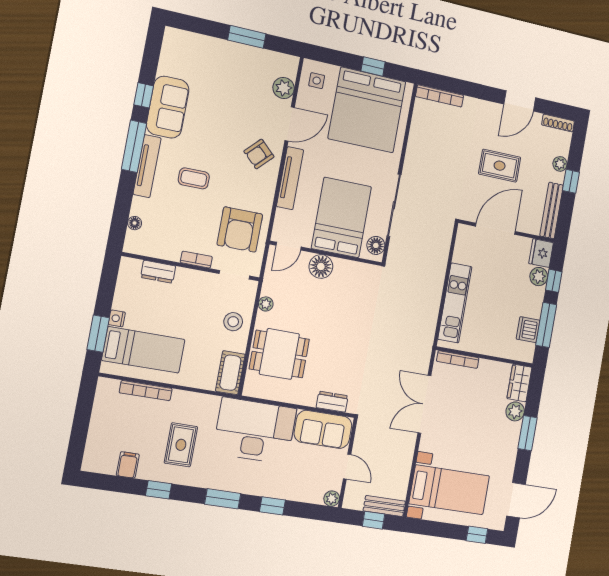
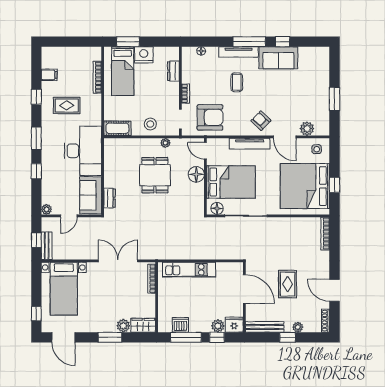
armchair: (240, 230) -> (210, 117), turned 180
nightstand: (117, 318) -> (144, 55), width x1.89, depth x1.79
dining table: (279, 354) -> (155, 175), moved

